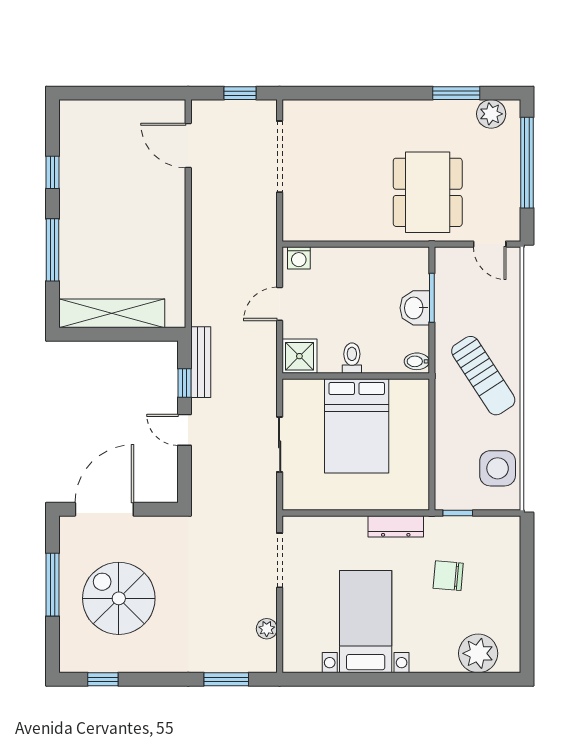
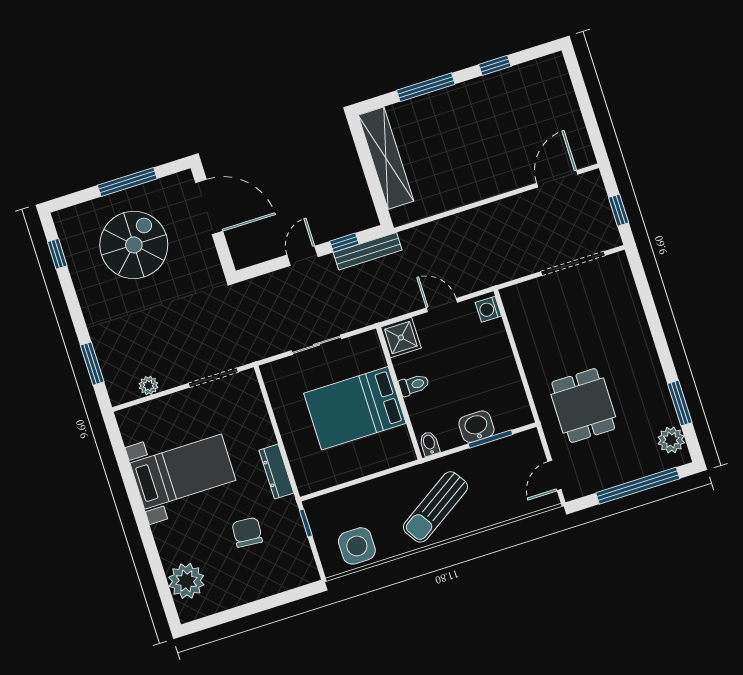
dining table: (428, 192) -> (583, 406), width x0.73

